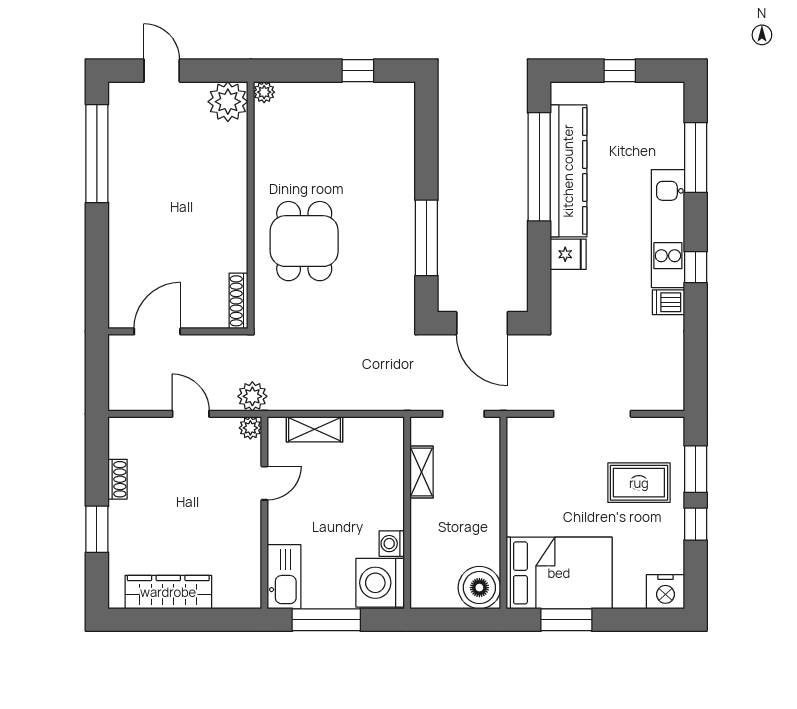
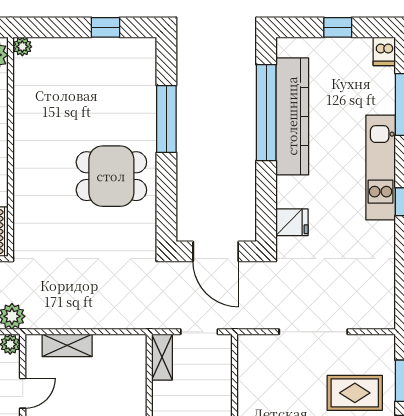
window: (426, 238) -> (166, 119), moved
dining table: (304, 241) -> (111, 176), moved, turned 90
fridge: (568, 254) -> (292, 222), moved
dishwasher: (669, 302) -> (384, 51), moved, turned -90
shelving: (422, 472) -> (162, 357), moved

